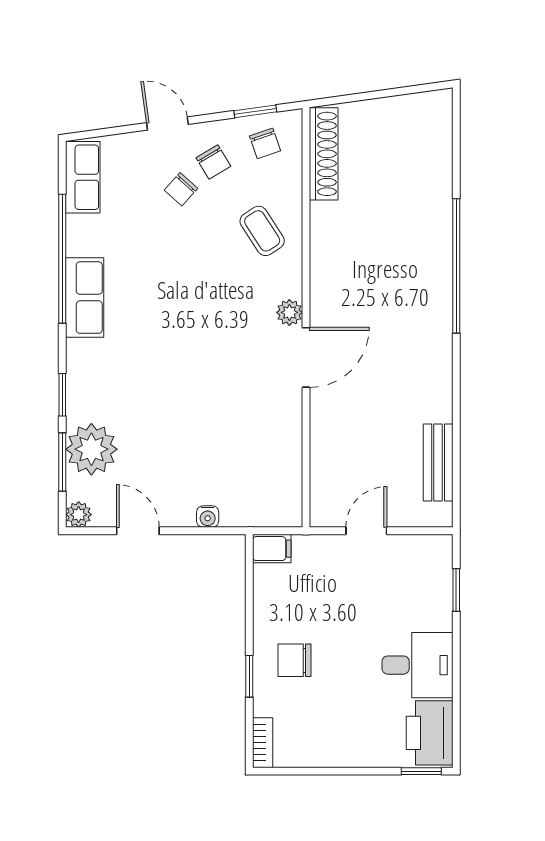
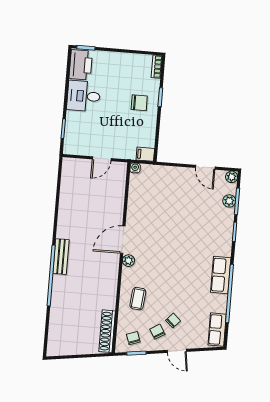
coffee table: (262, 231) -> (138, 299), turned 39
plant: (91, 449) -> (229, 201), width x0.53, depth x0.53
bench: (438, 463) -> (61, 257), moved
water cooler: (208, 517) -> (135, 168), moved

